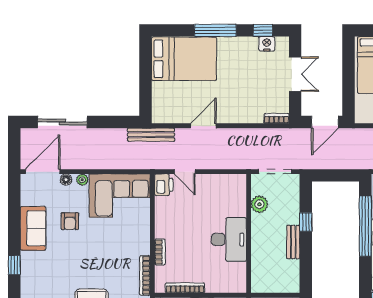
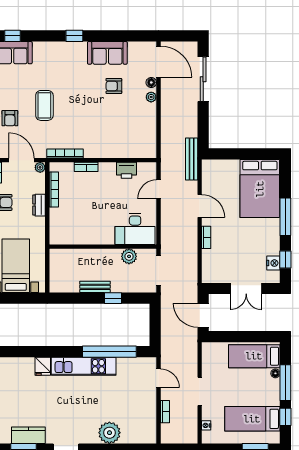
bookcase: (276, 118) -> (206, 237), moved
printer: (164, 185) -> (126, 170), moved
corner sofa: (120, 196) -> (137, 131), removed
desk: (229, 240) -> (135, 229), moved

